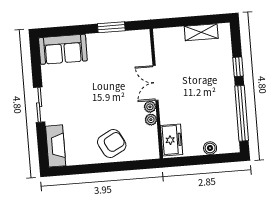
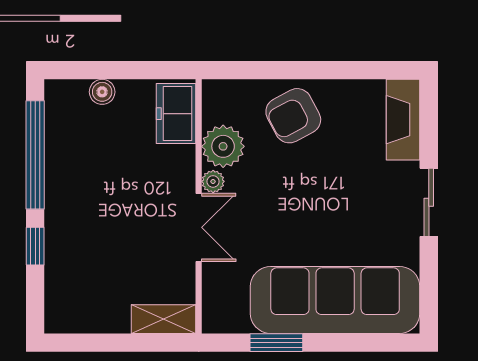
shelving: (201, 32) -> (164, 319), moved
sofa: (63, 49) -> (335, 300), width x1.85, depth x1.27
plant: (151, 120) -> (223, 146), width x1.87, depth x1.87

